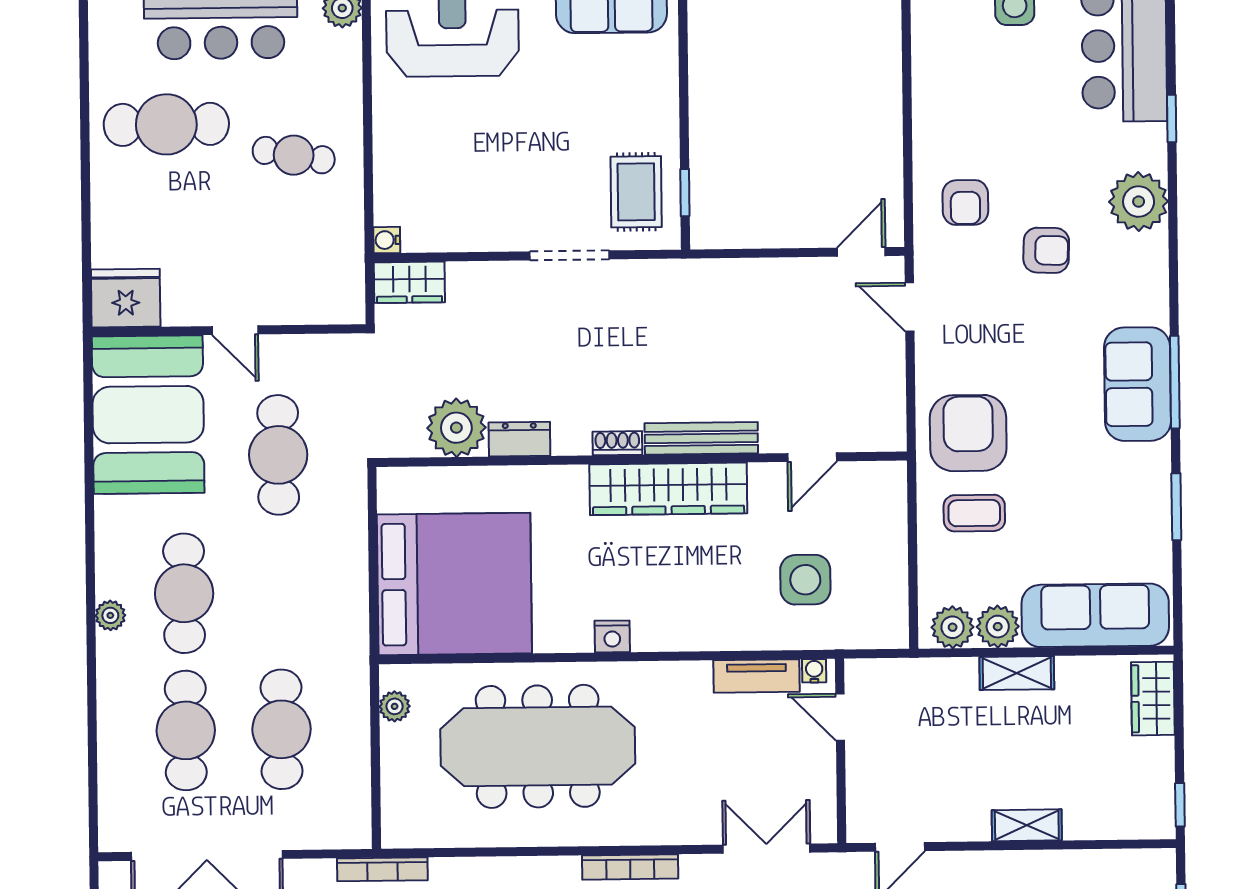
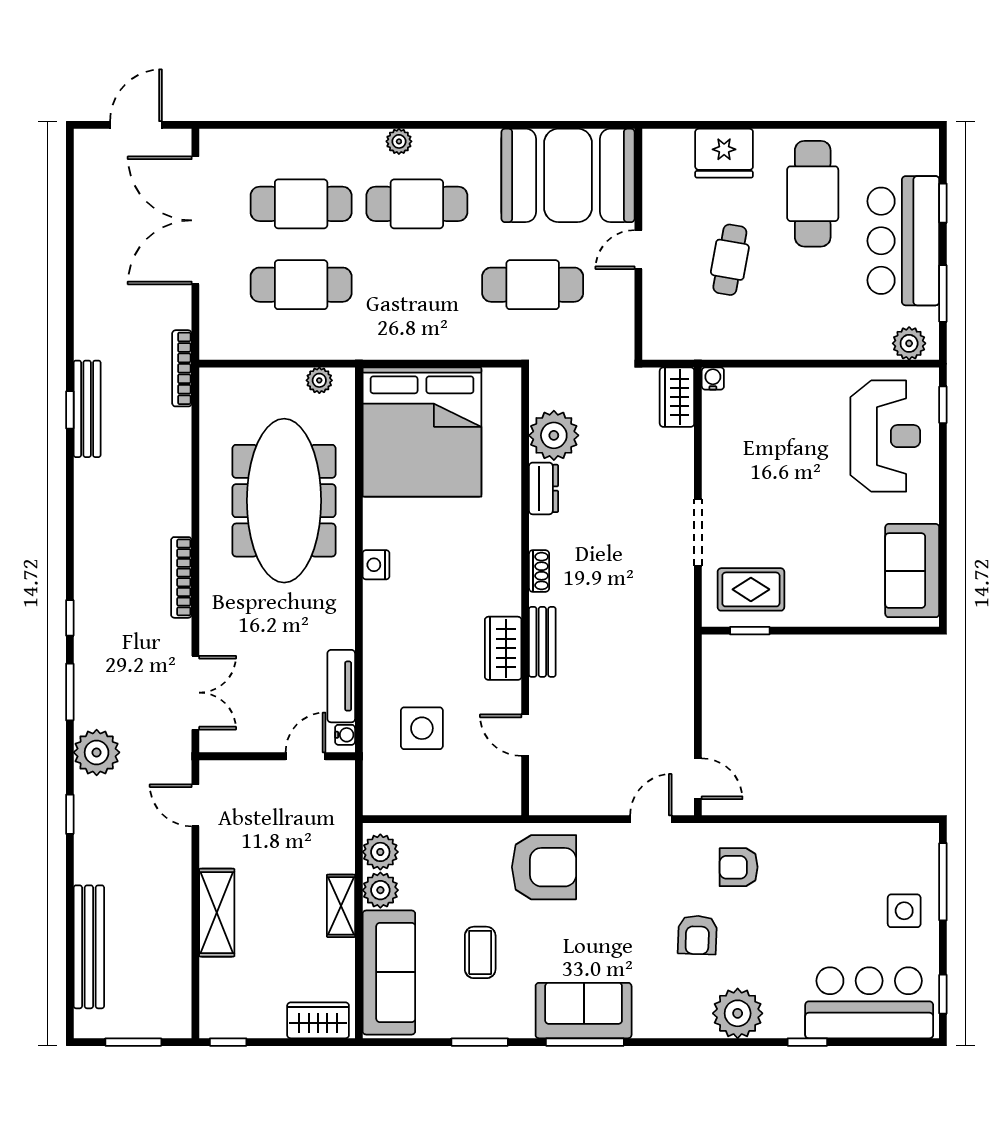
cafe table: (294, 155) -> (730, 260), moved
fridge: (126, 298) -> (724, 153), moved, turned 90
bench: (701, 438) -> (542, 642), width x0.73
wardrobe: (668, 489) -> (503, 648), width x0.48, depth x0.85
coffee table: (974, 513) -> (480, 952), moved
shelving: (1027, 825) -> (217, 913), width x1.50, depth x1.33

